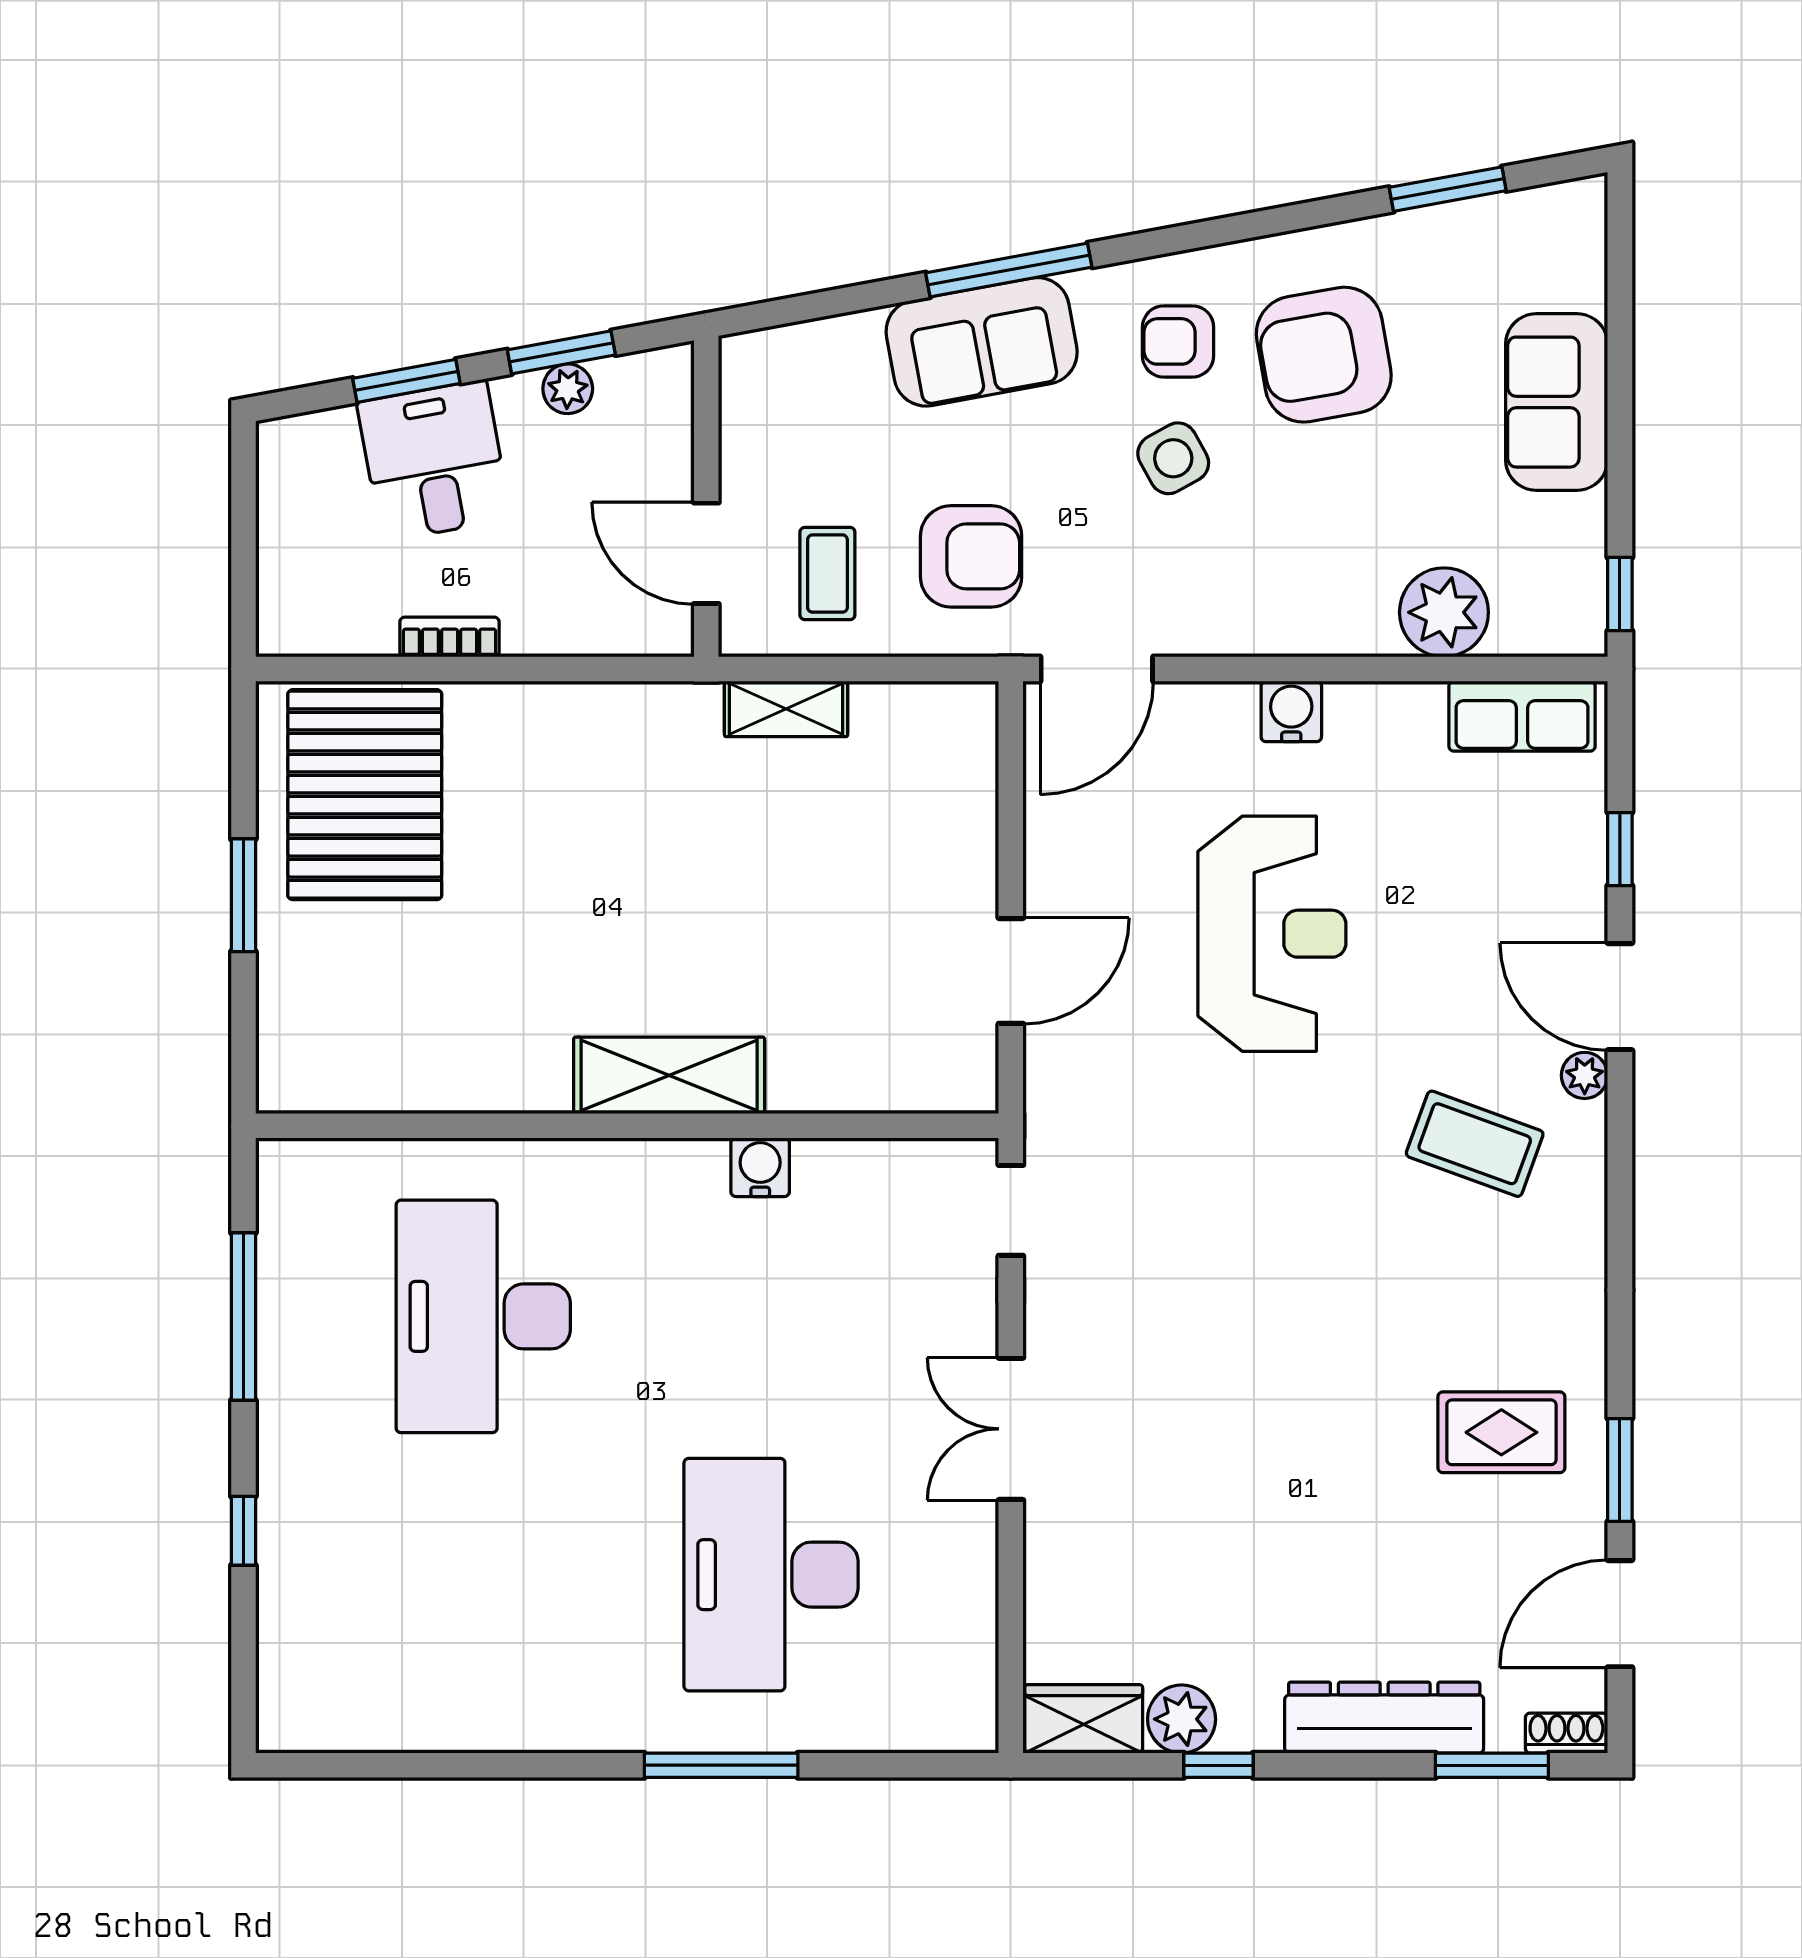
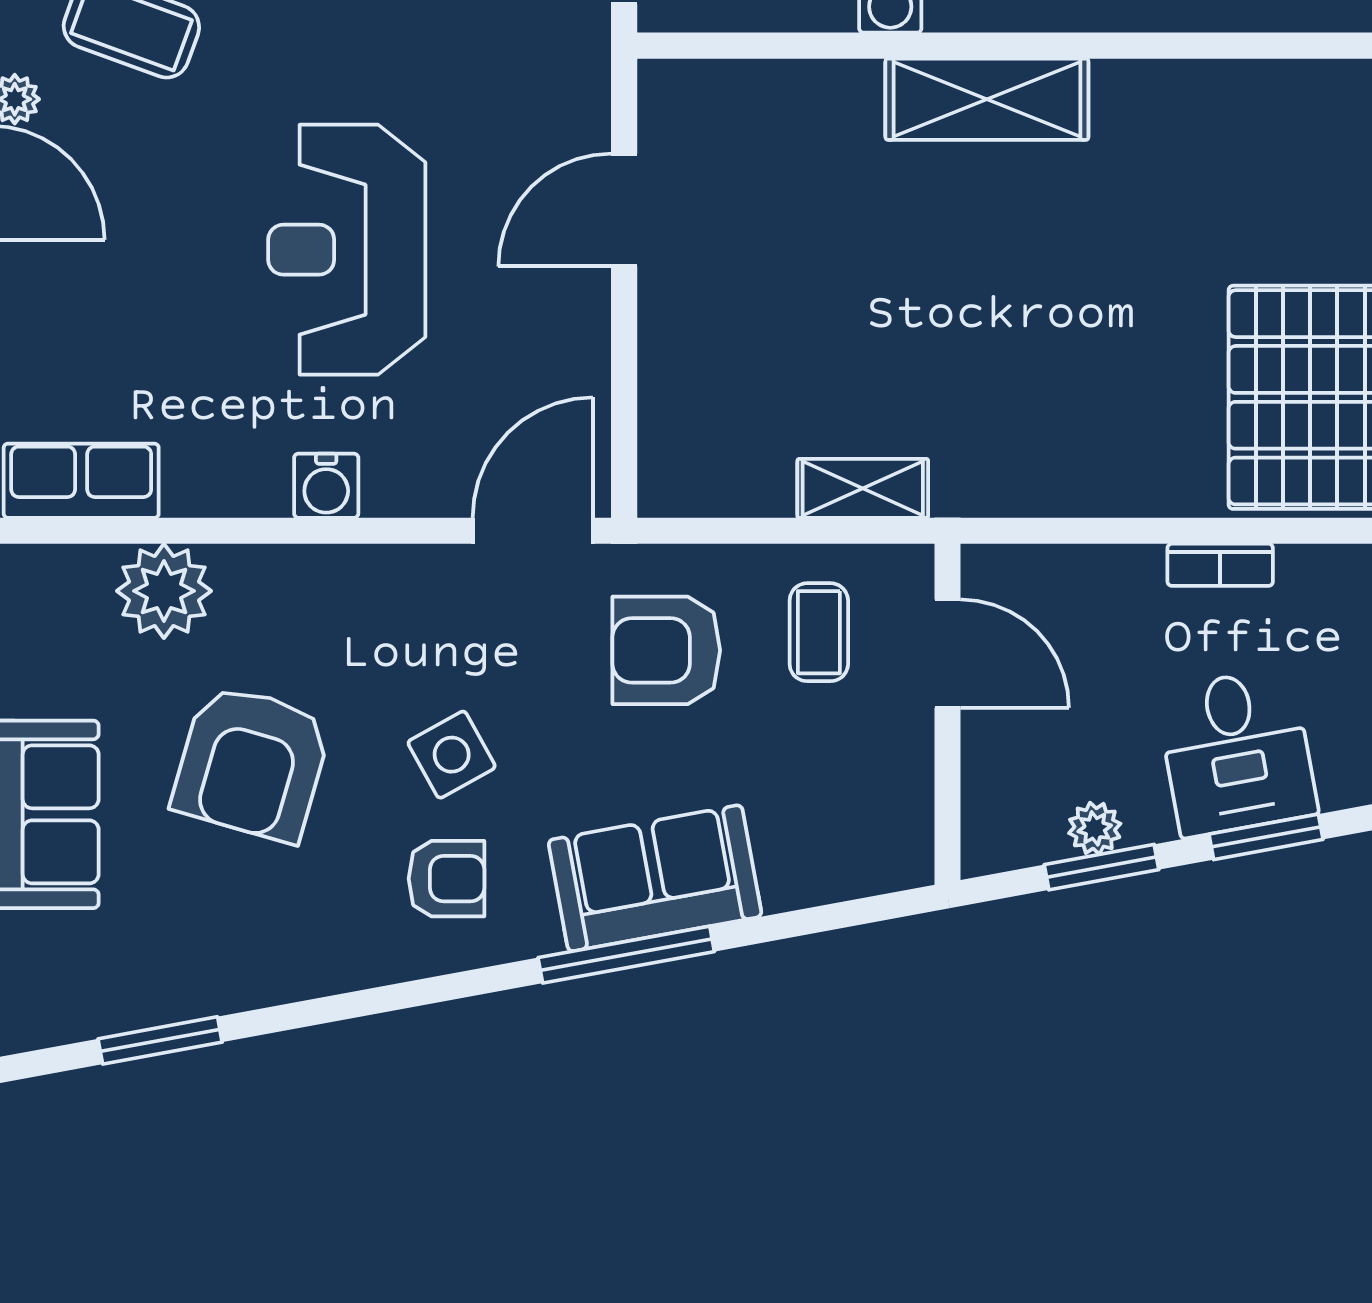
armchair: (1324, 355) -> (252, 763), moved, turned 116

